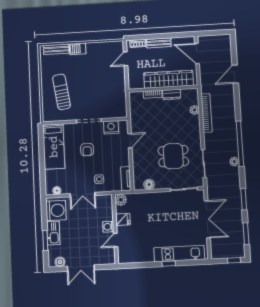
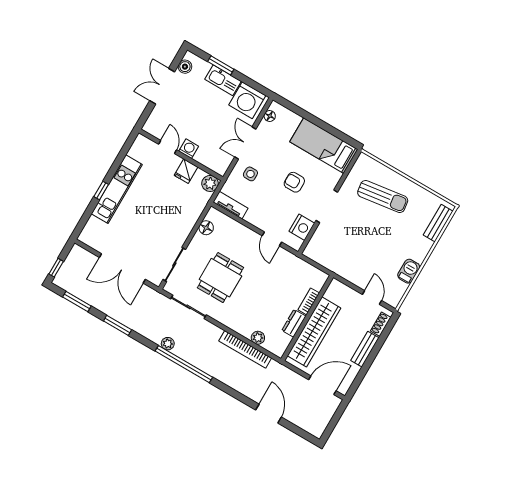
barbecue: (78, 49) -> (409, 271), moved
kitchen unit: (179, 254) -> (117, 189), moved

